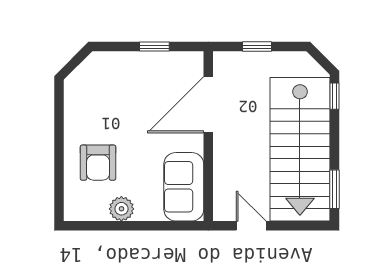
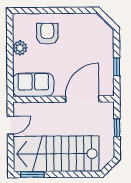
window: (335, 96) -> (88, 174), removed
door: (208, 105) -> (82, 99), hinge flipped
armchair: (98, 163) -> (47, 34), turned 90

